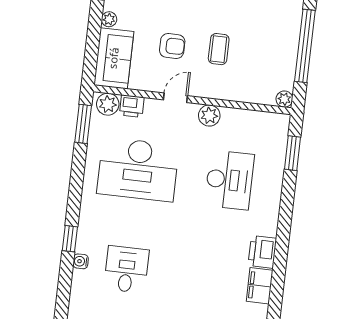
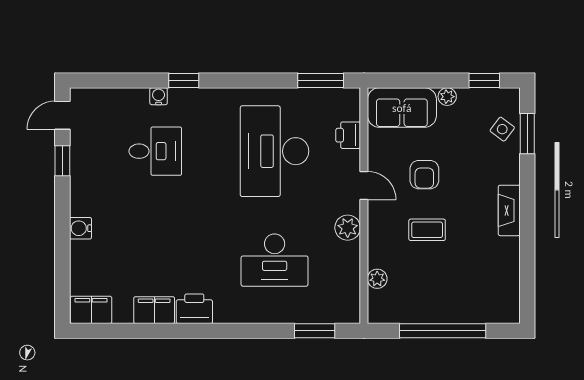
plant: (284, 99) -> (377, 279), moved
plant: (108, 104) -> (347, 107), removed

